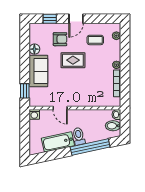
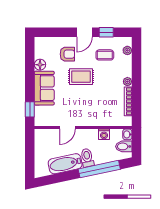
window: (50, 19) -> (106, 32), moved
door: (60, 108) -> (67, 128), hinge flipped
washing machine: (34, 114) -> (104, 134), moved

